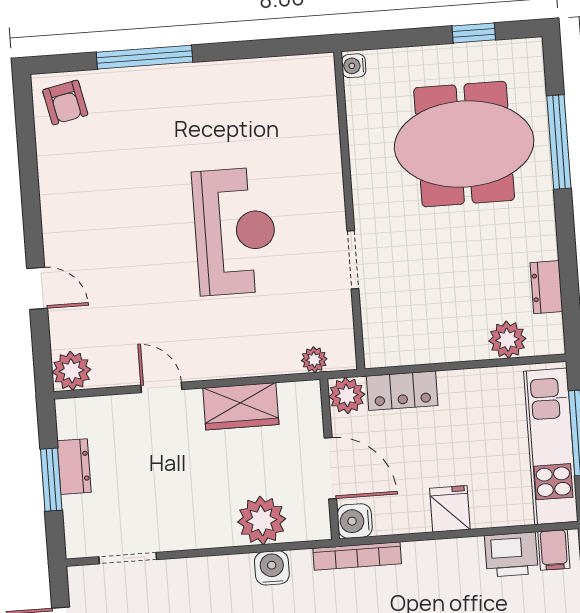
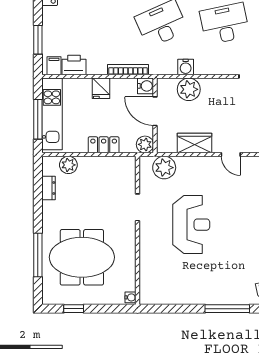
reception desk: (235, 231) -> (191, 225), turned 180
plant: (314, 360) -> (164, 168), width x1.87, depth x1.87
locker: (402, 391) -> (104, 145), moved
bookcase: (357, 556) -> (128, 70), moved

